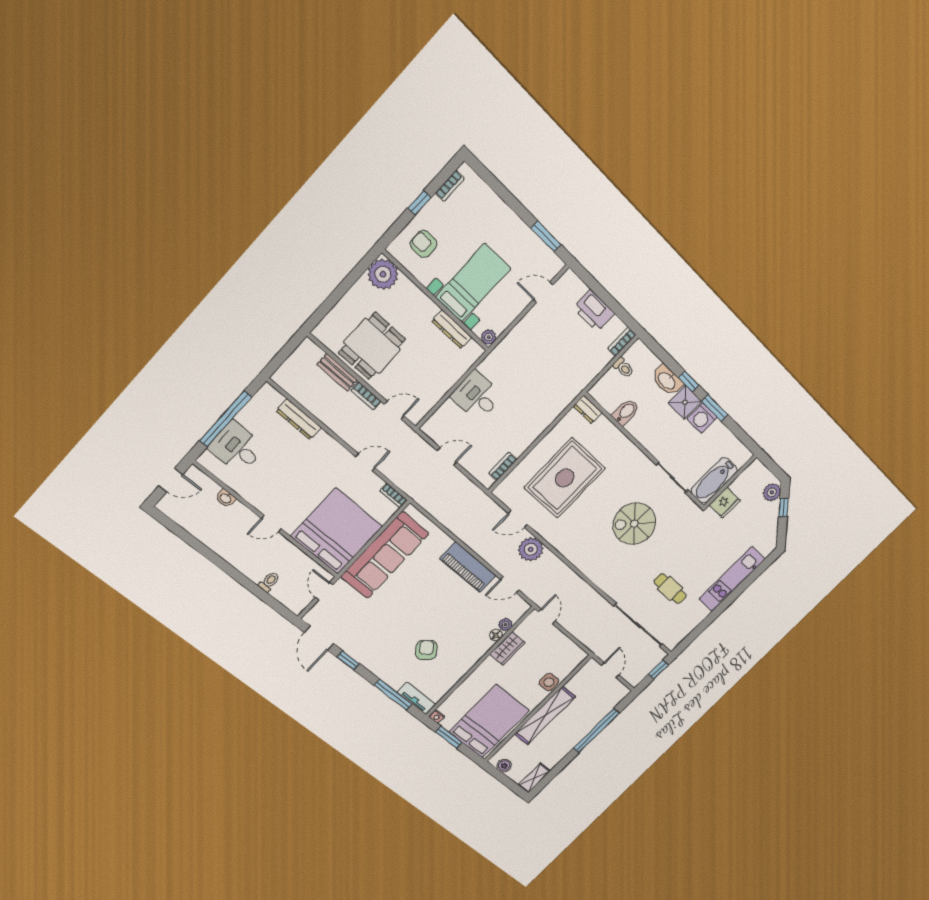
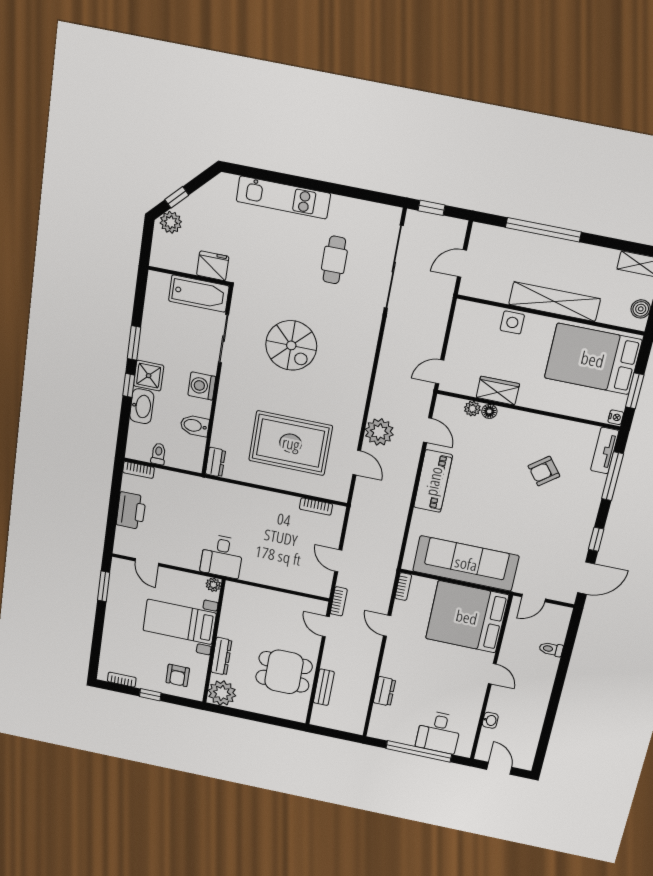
dresser: (452, 329) -> (221, 656), moved
bookcase: (366, 396) -> (339, 601), moved
desk: (477, 396) -> (222, 556), moved
washing machine: (702, 418) -> (202, 386), moved, turned 180
dresser: (299, 419) -> (384, 691), width x0.70

